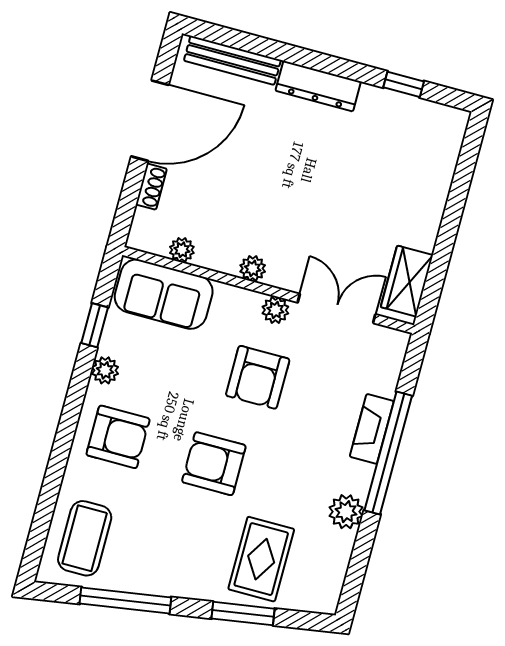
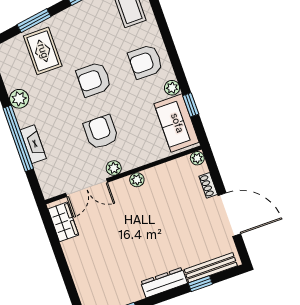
window: (265, 47) -> (200, 284), added
door: (150, 121) -> (229, 215), swing flipped
plant: (182, 250) -> (197, 158), moved
sofa: (164, 294) -> (177, 123), moved, turned -90
armchair: (214, 464) -> (94, 79), turned 180

